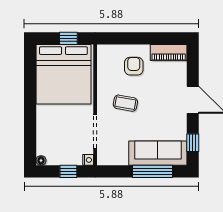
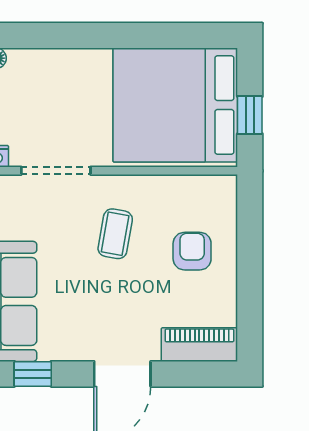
piano: (169, 53) -> (199, 345), moved, turned 90
armchair: (134, 66) -> (192, 251), turned -90

